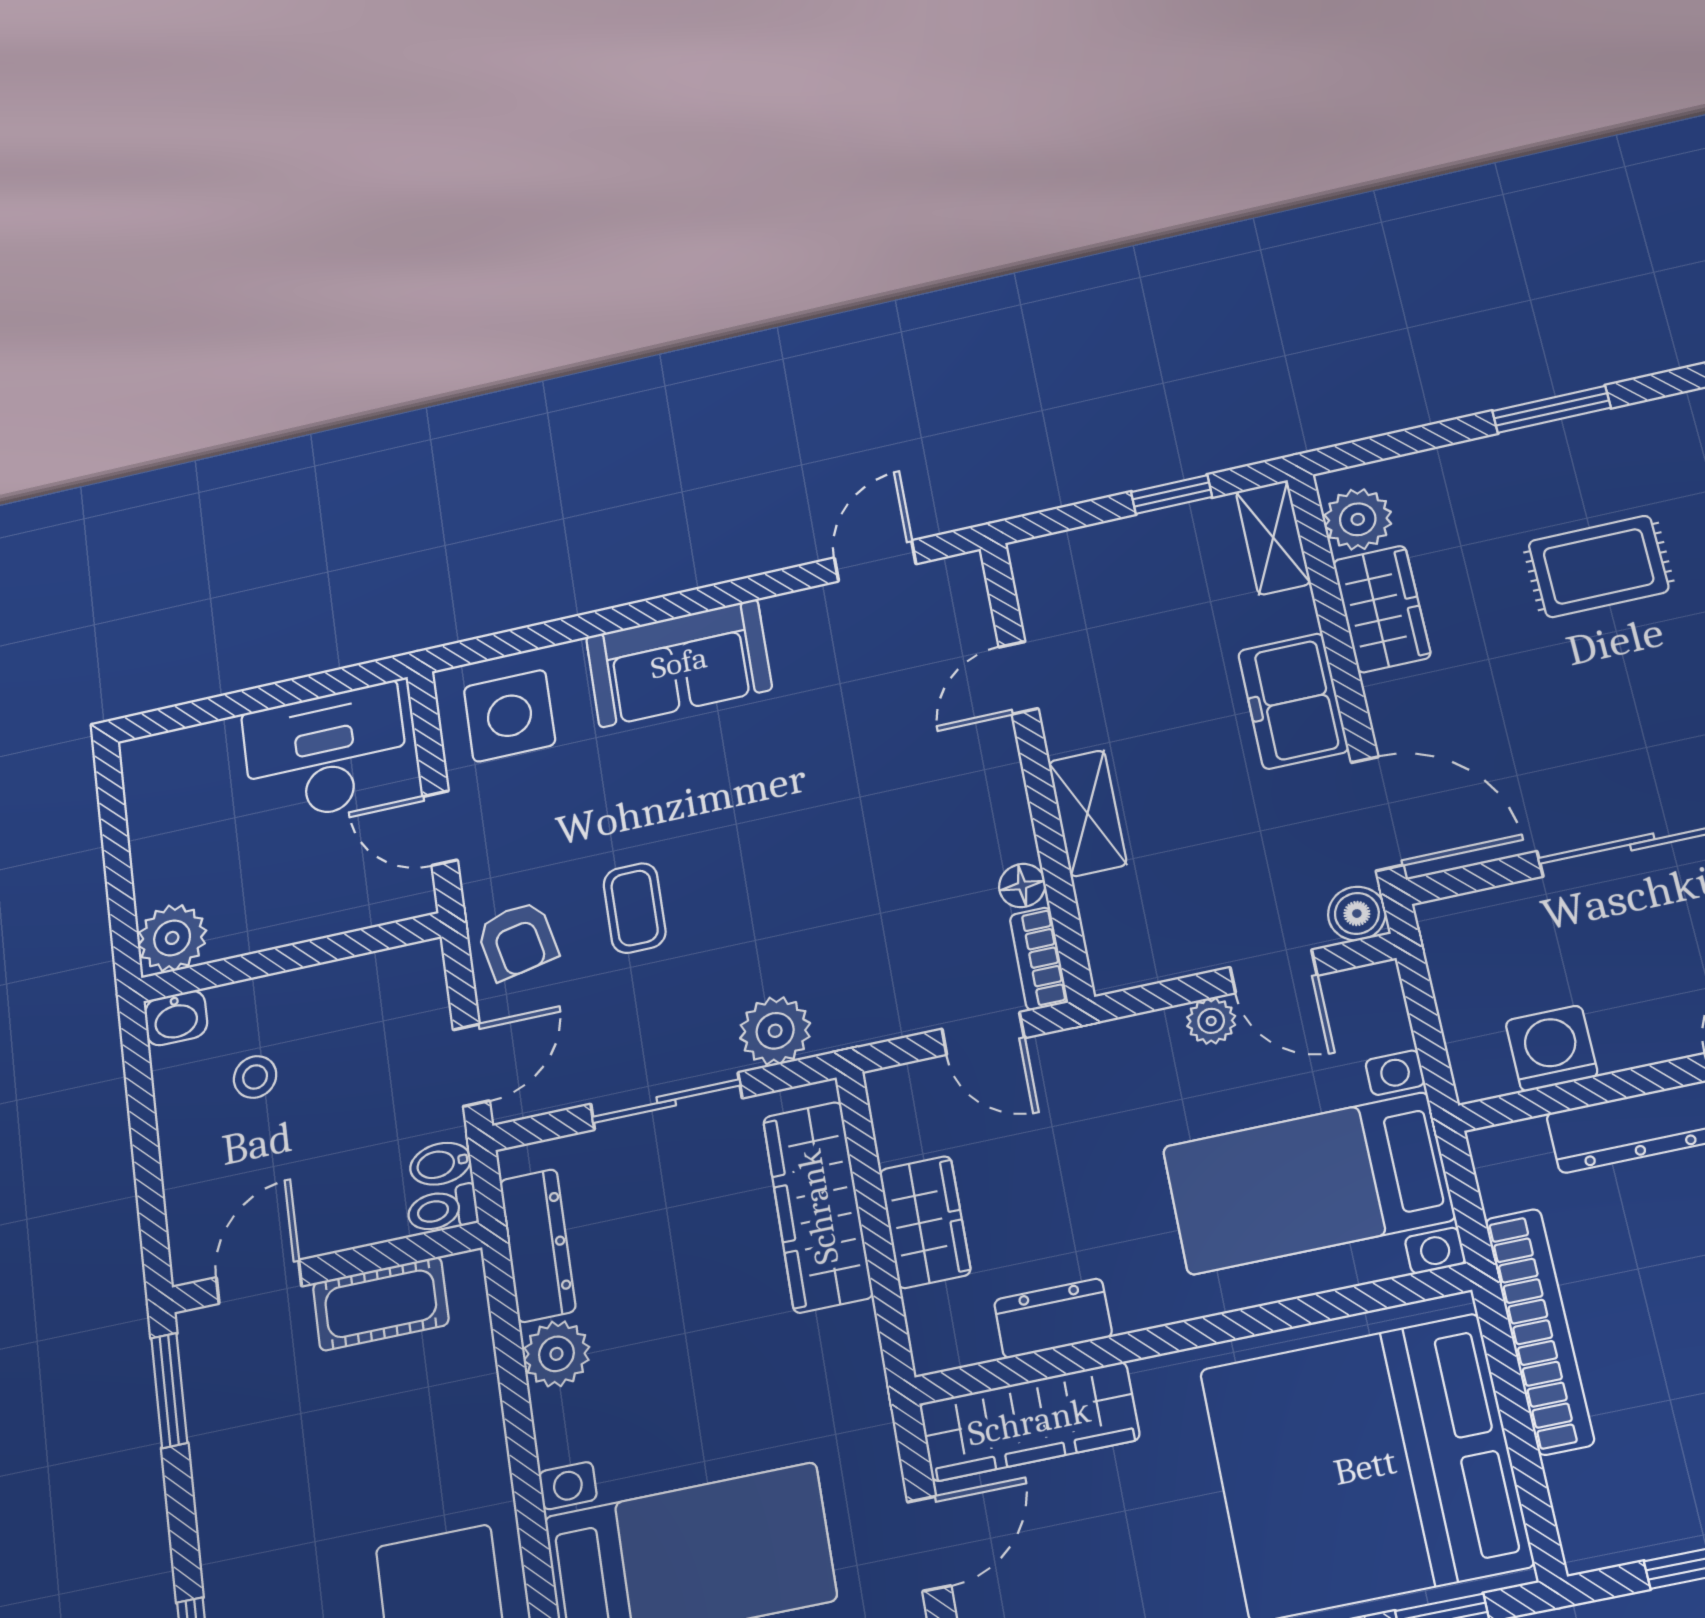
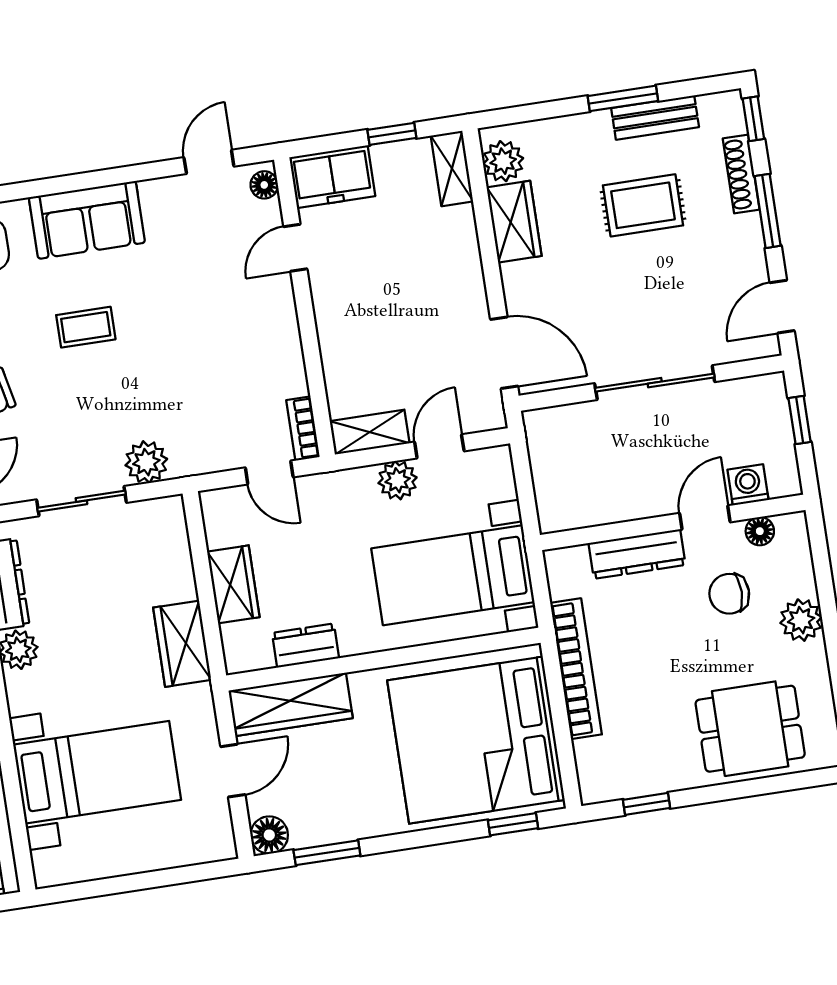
bench: (1608, 433) -> (655, 118), added
freezer: (1293, 701) -> (332, 177), moved, turned -90
shelving: (1087, 813) -> (370, 432), moved, turned 90
floor lamp: (1022, 886) -> (264, 185), moved
coffee table: (635, 908) -> (86, 327), moved, turned 90
boiler: (1357, 913) -> (489, 414), removed
door: (1274, 971) -> (439, 446), swing flipped
plant: (1211, 1021) -> (398, 480), width x1.38, depth x1.38
washing machine: (1552, 1048) -> (594, 504), removed
wardrobe: (818, 1207) -> (182, 644), moved, width x0.67

